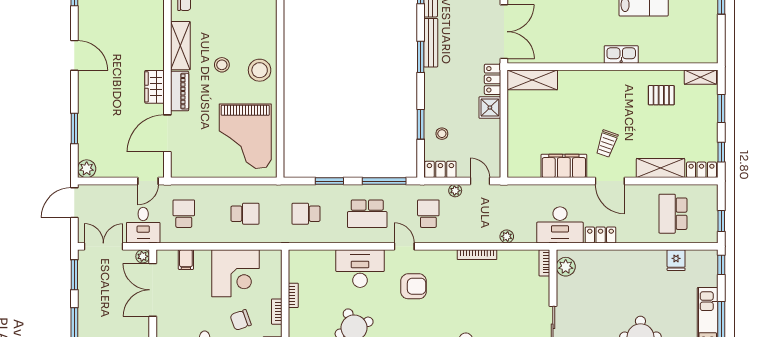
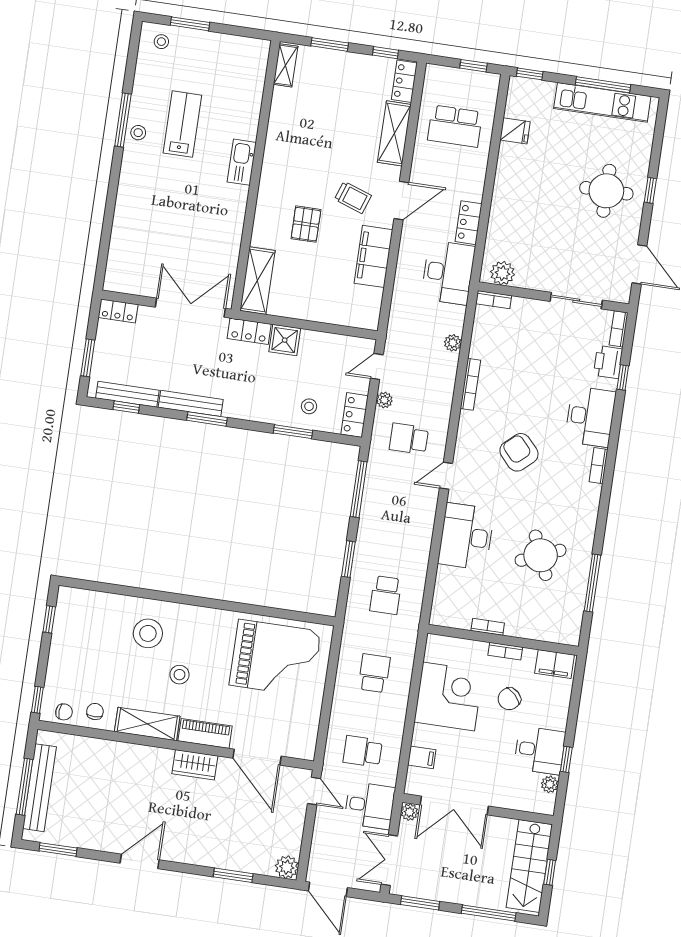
stool: (260, 70) -> (148, 633), moved
pallet: (661, 95) -> (306, 224), moved
school desk: (367, 214) -> (397, 517), removed
armchair: (414, 286) -> (519, 452), moved, turned -42
chair: (241, 320) -> (509, 699), turned 64

